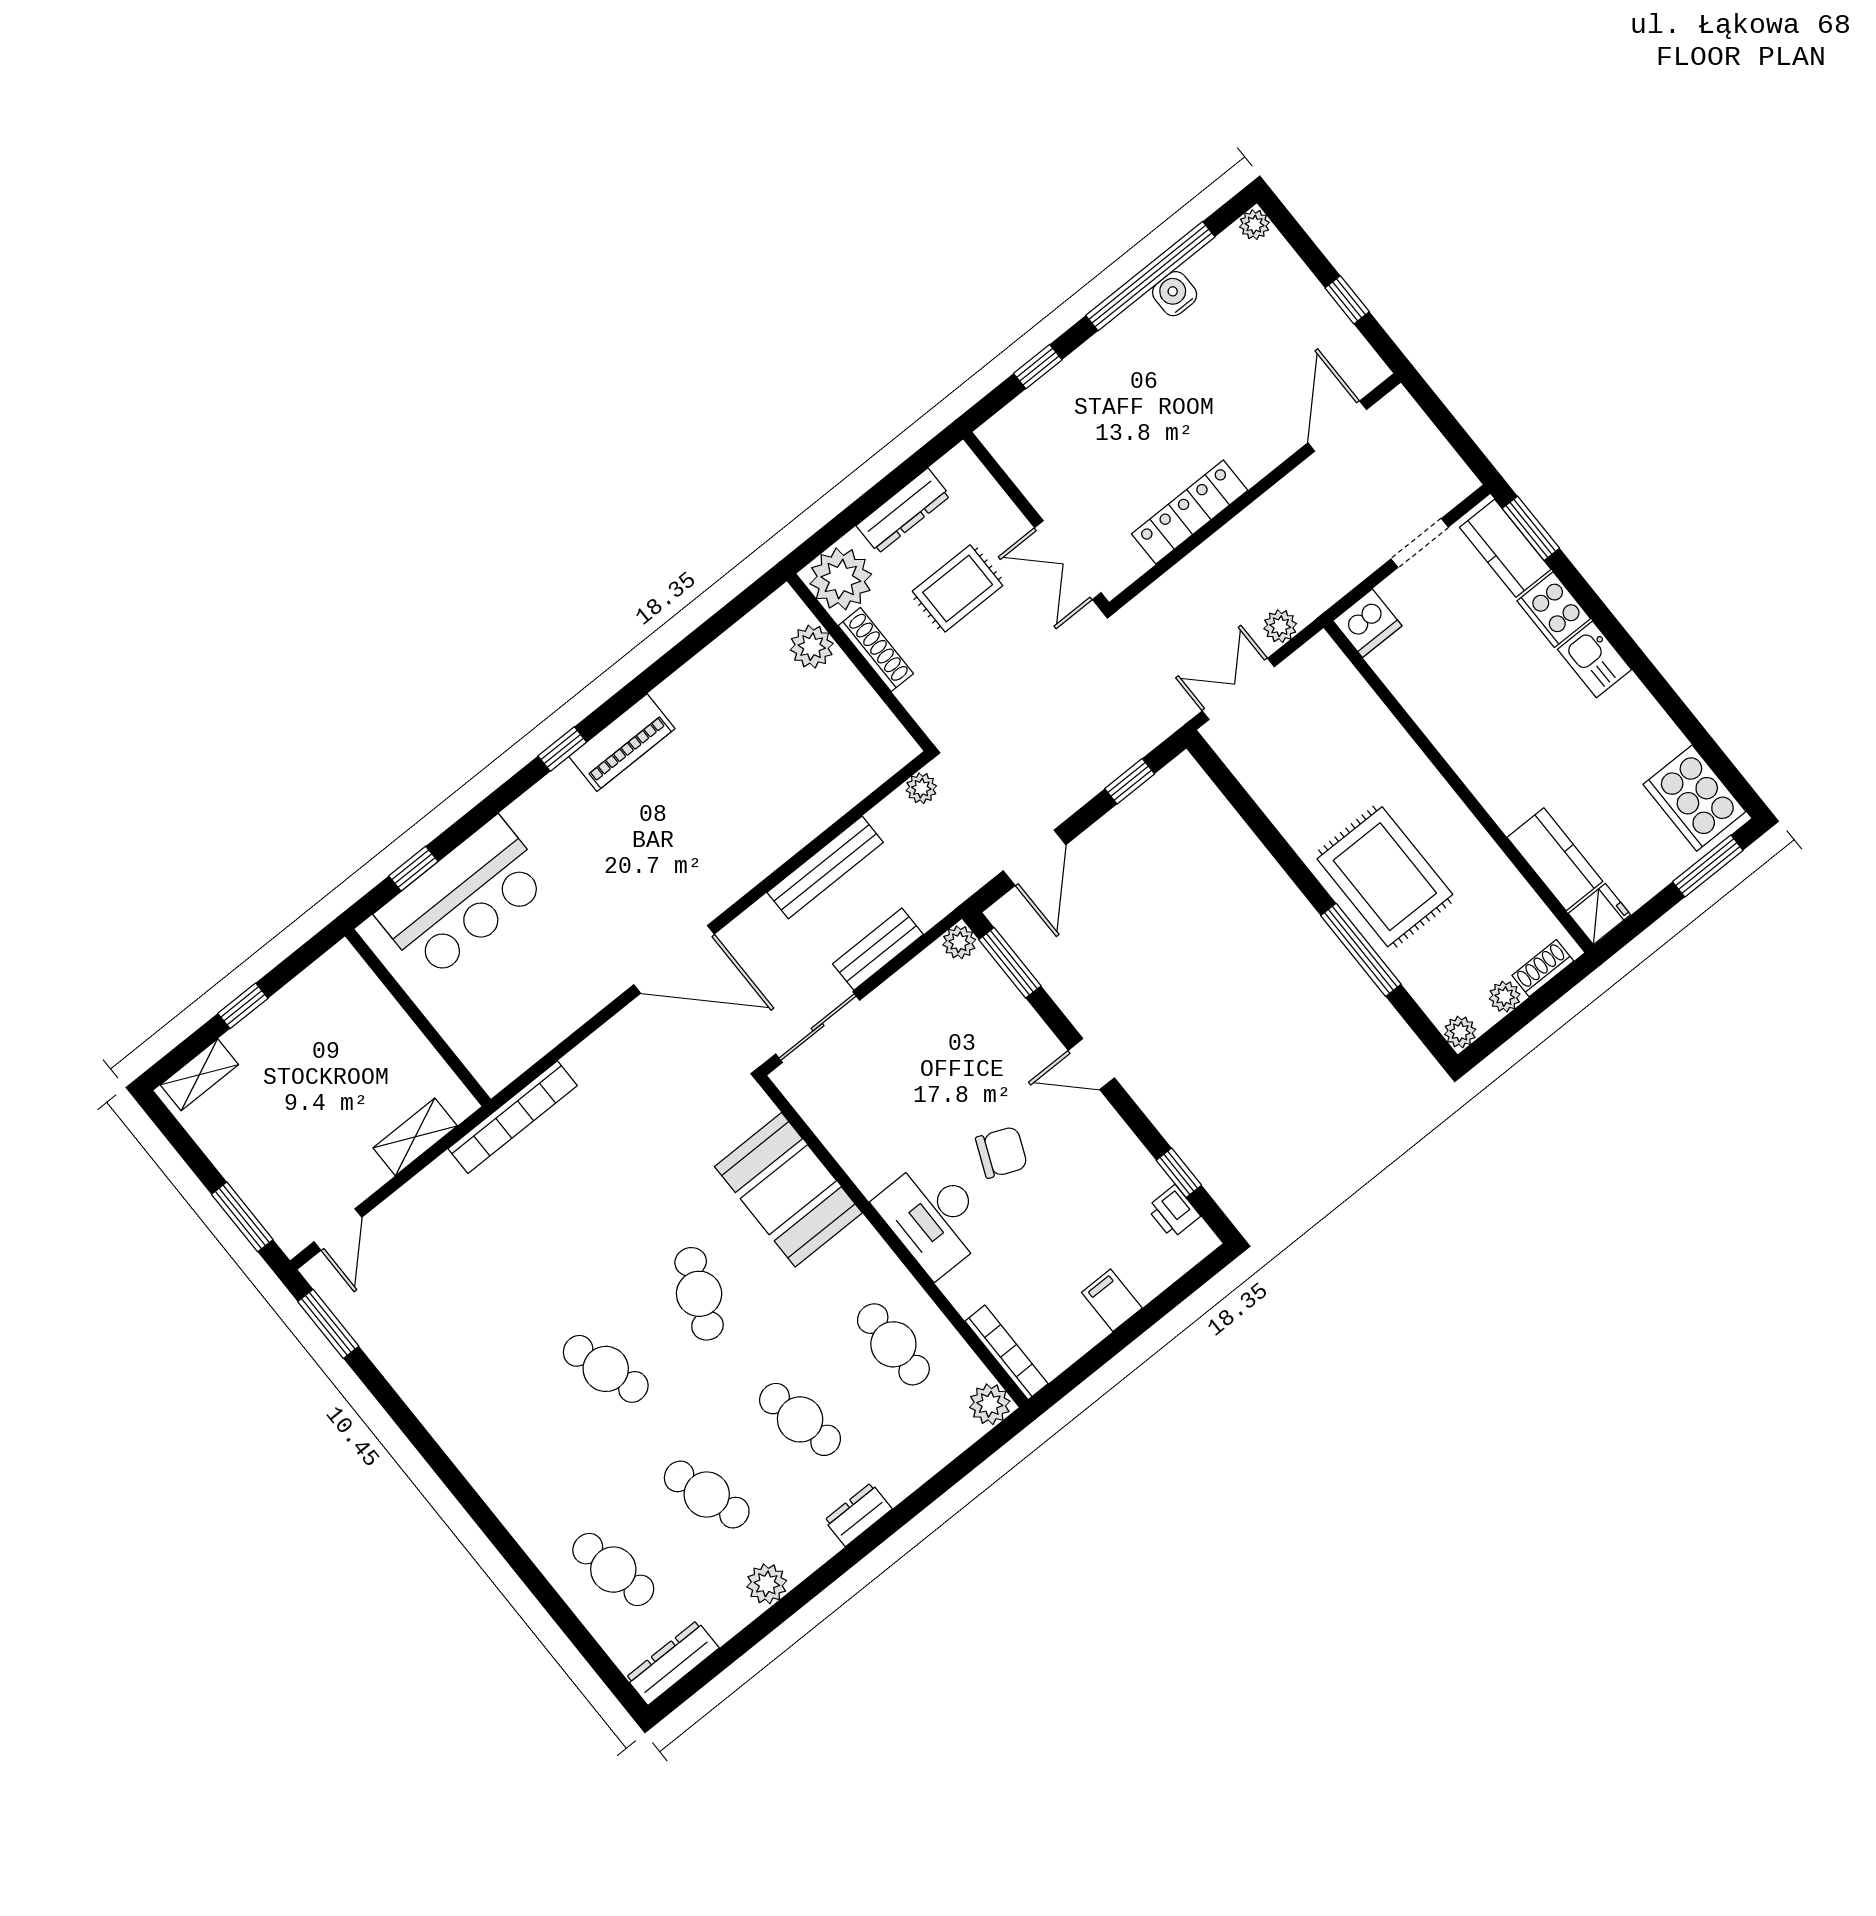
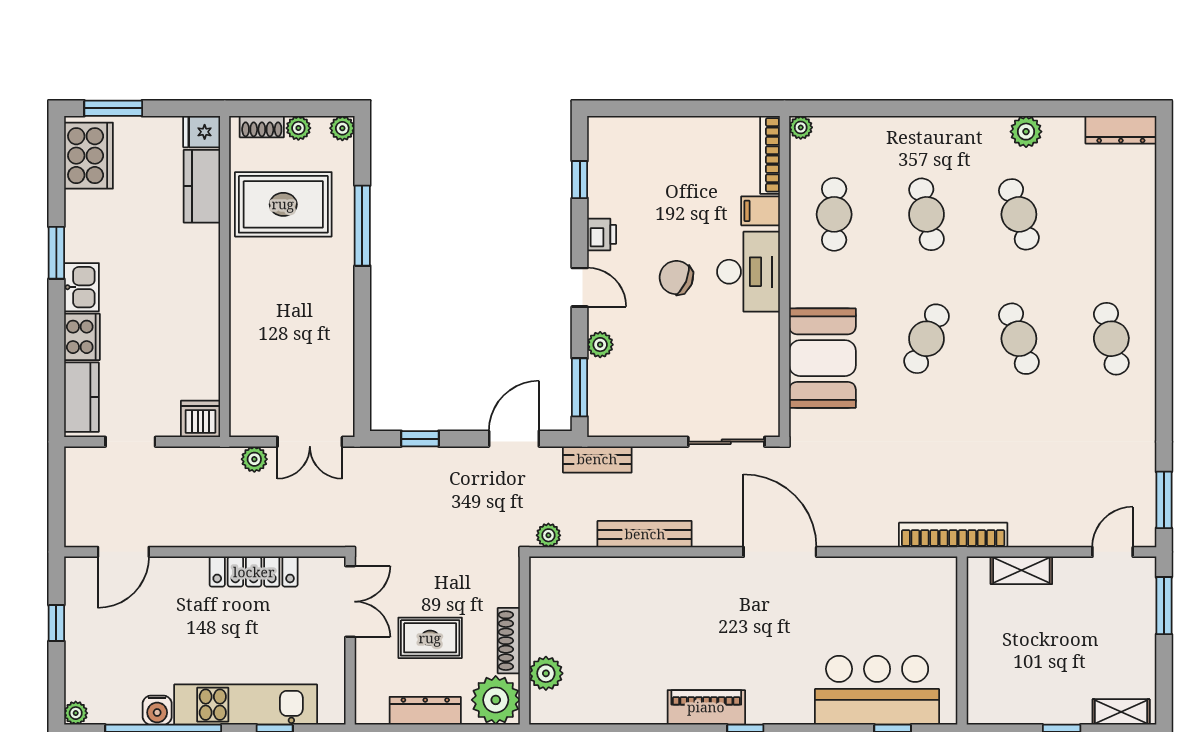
kitchen unit: (1090, 371) -> (246, 705), added
window: (1531, 528) -> (56, 253), moved
rug: (1385, 877) -> (283, 204), moved, turned 90
plant: (959, 942) -> (600, 345), moved
bench: (878, 949) -> (597, 459), moved
printer: (1174, 1212) -> (602, 234), moved
filing cabinet: (1112, 1300) -> (761, 211), moved, turned 90
plant: (990, 1404) -> (801, 127), width x0.73, depth x0.73
dresser: (858, 1515) -> (937, 129), removed
cafe table: (613, 1570) -> (1111, 339), moved

